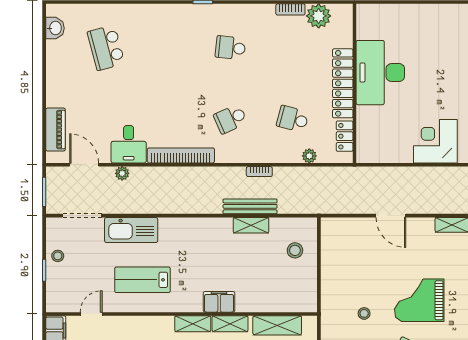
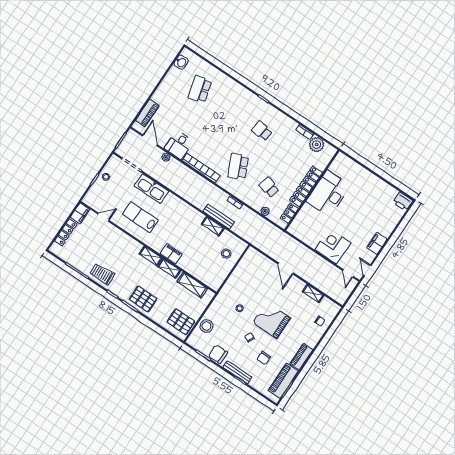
school desk: (230, 119) -> (238, 166), width x1.85

